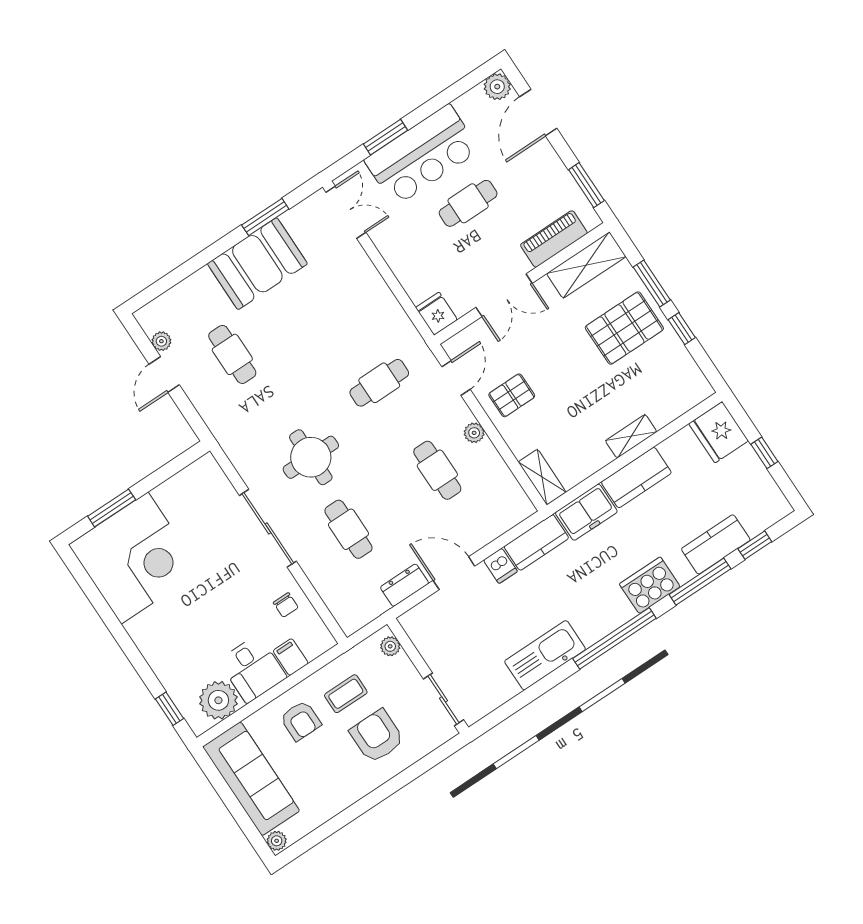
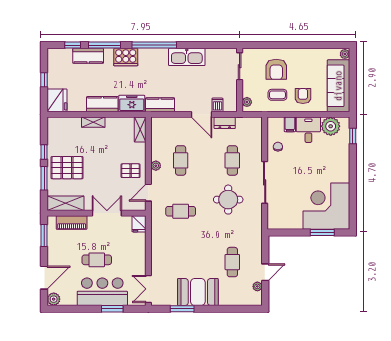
dishwasher: (500, 566) -> (217, 105), moved

